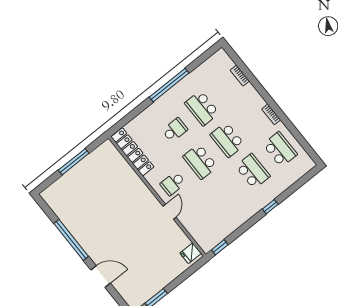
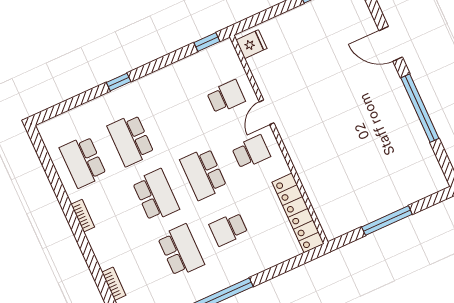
school desk: (200, 162) -> (203, 174), turned 180
school desk: (198, 215) -> (226, 97), added

